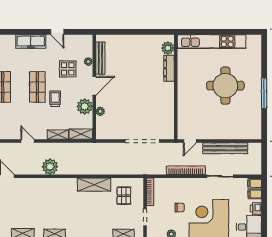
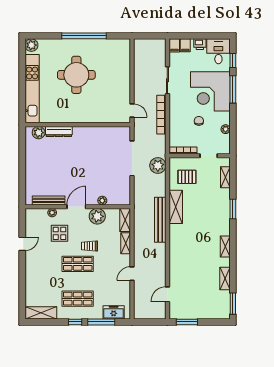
freezer: (31, 41) -> (32, 270), removed
plant: (255, 41) -> (31, 45), added
door: (94, 86) -> (76, 207), hinge flipped
window: (264, 93) -> (84, 36), width x1.46
bench: (225, 148) -> (160, 220), moved
plant: (50, 167) -> (158, 166), moved

